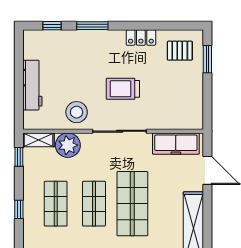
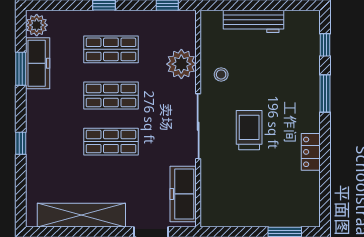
pallet: (180, 51) -> (295, 199), removed
stool: (77, 112) -> (221, 74), width x0.53, depth x0.53
shelving: (39, 140) -> (188, 29), removed
shop shelf: (132, 204) -> (111, 142), width x0.70, depth x0.74

